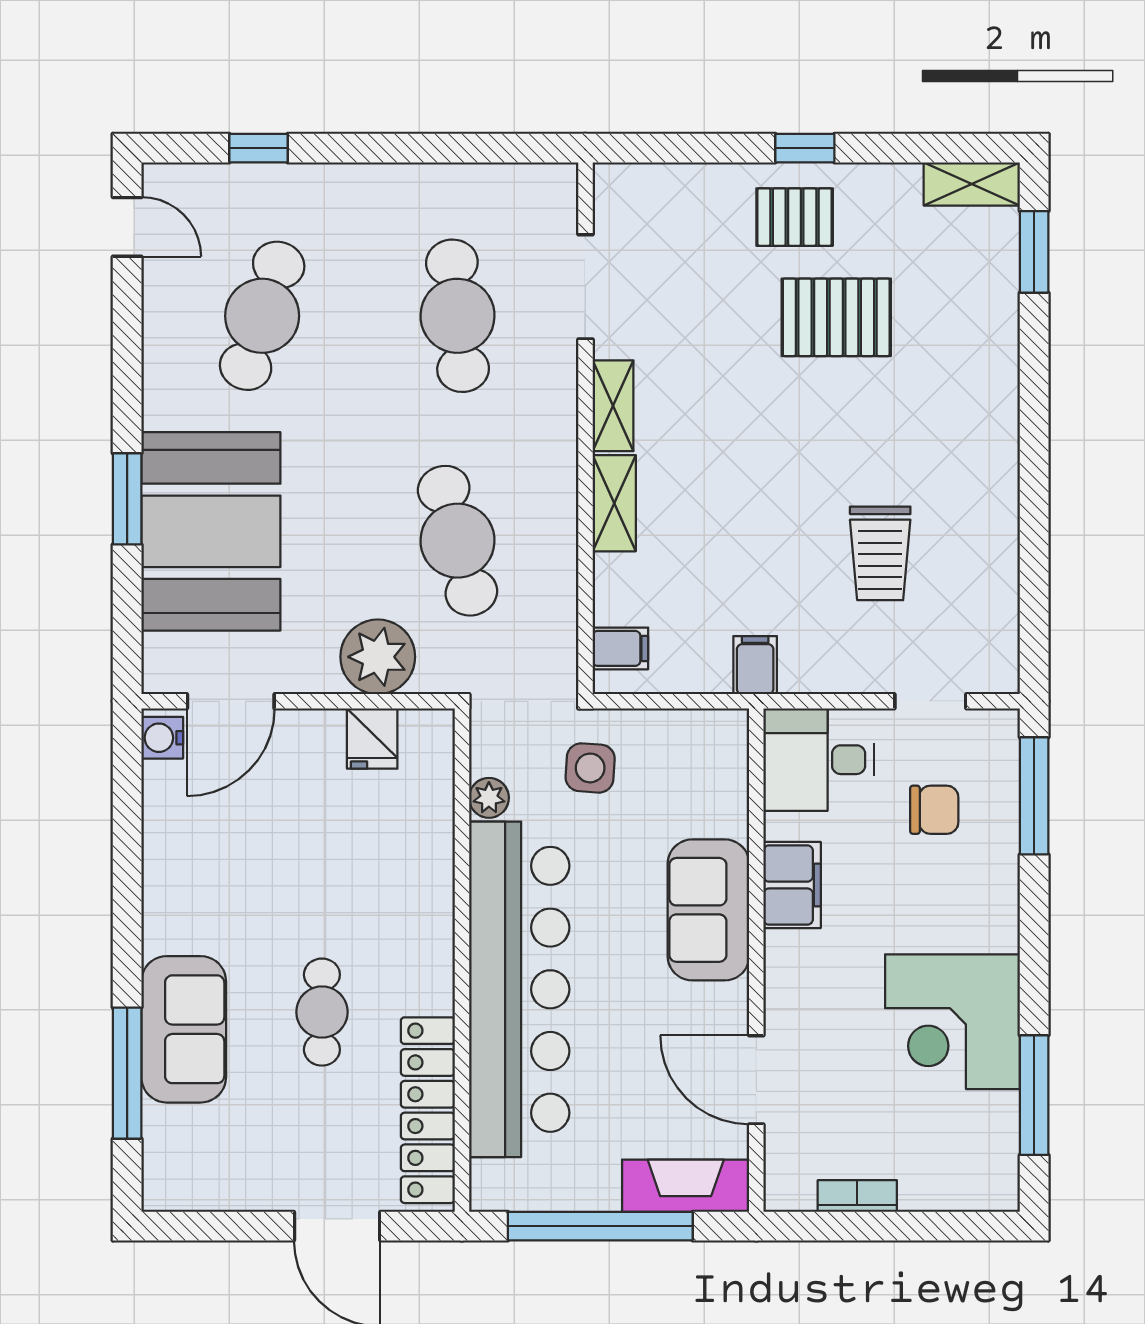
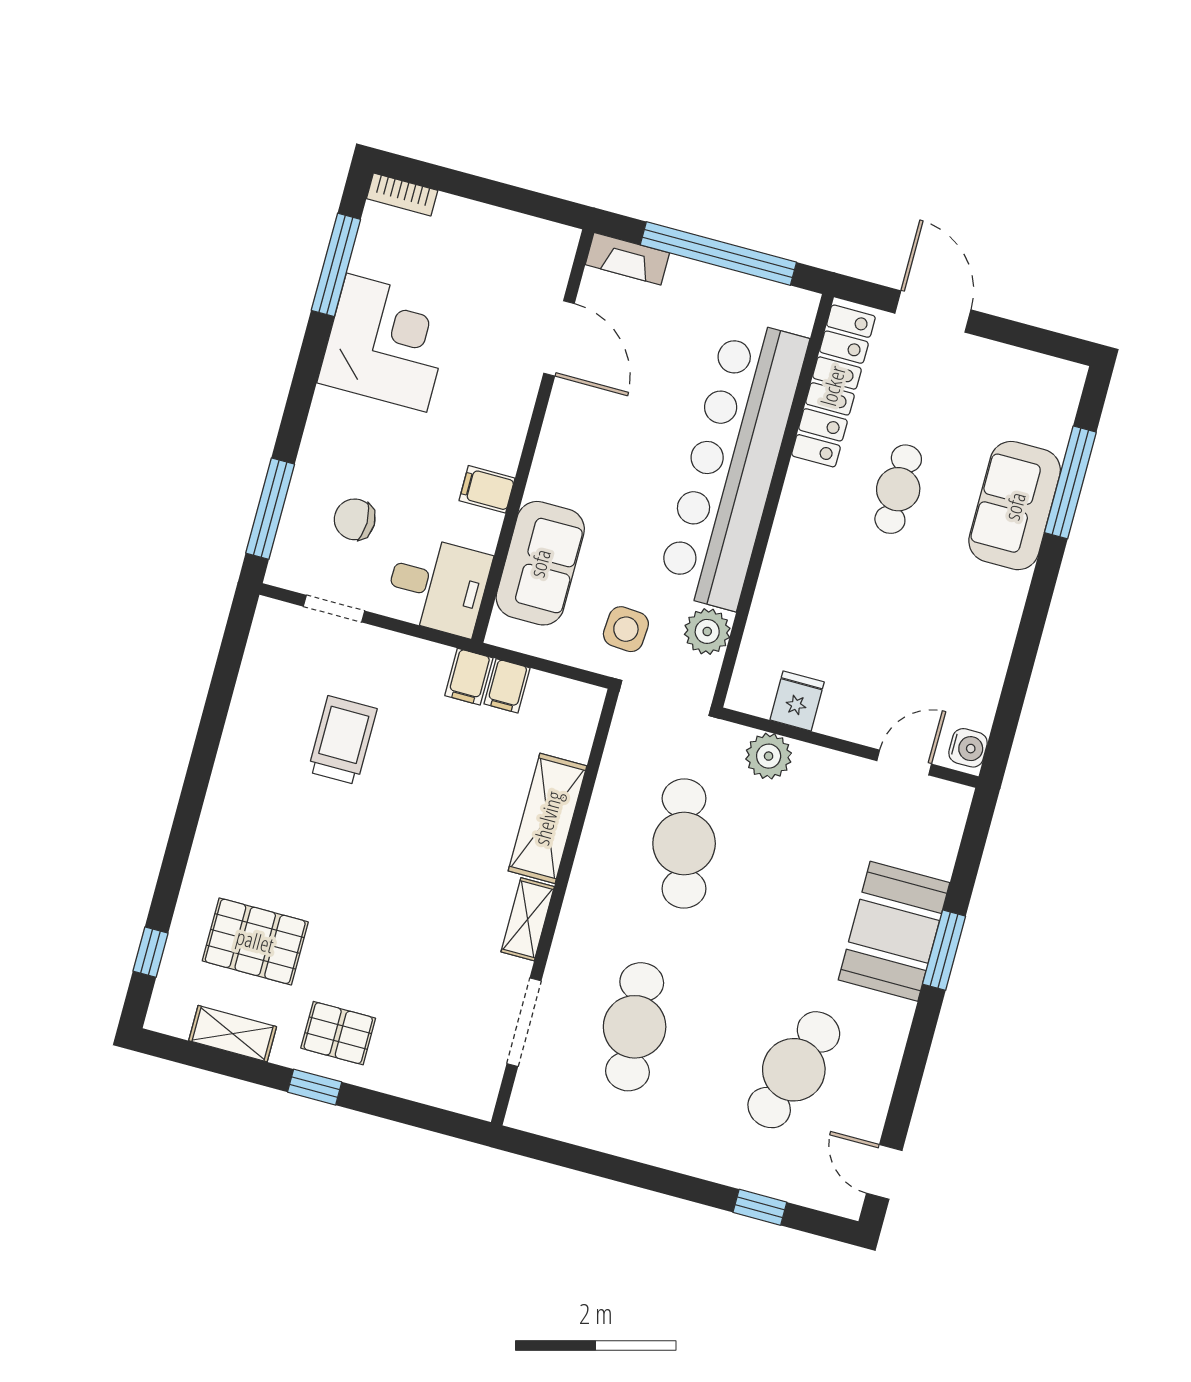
shelving: (972, 184) -> (233, 1034), moved
window: (1034, 252) -> (151, 952), width x0.67
pallet: (836, 317) -> (255, 941), moved
shelving: (614, 503) -> (548, 818), width x1.50, depth x1.33
booth: (211, 531) -> (894, 931), width x0.73, depth x0.70
filing cabinet: (620, 648) -> (507, 686), moved, turned -90
plant: (378, 657) -> (769, 756), width x0.73, depth x0.73
door: (231, 701) -> (904, 762), width x0.73
plant: (489, 798) -> (707, 631), width x1.38, depth x1.38
filing cabinet: (792, 885) -> (487, 489), width x0.50
sofa: (708, 910) -> (540, 563), moved
fireplace: (686, 1186) -> (627, 259), width x0.73, depth x0.76
bookcase: (857, 1196) -> (402, 194), moved

